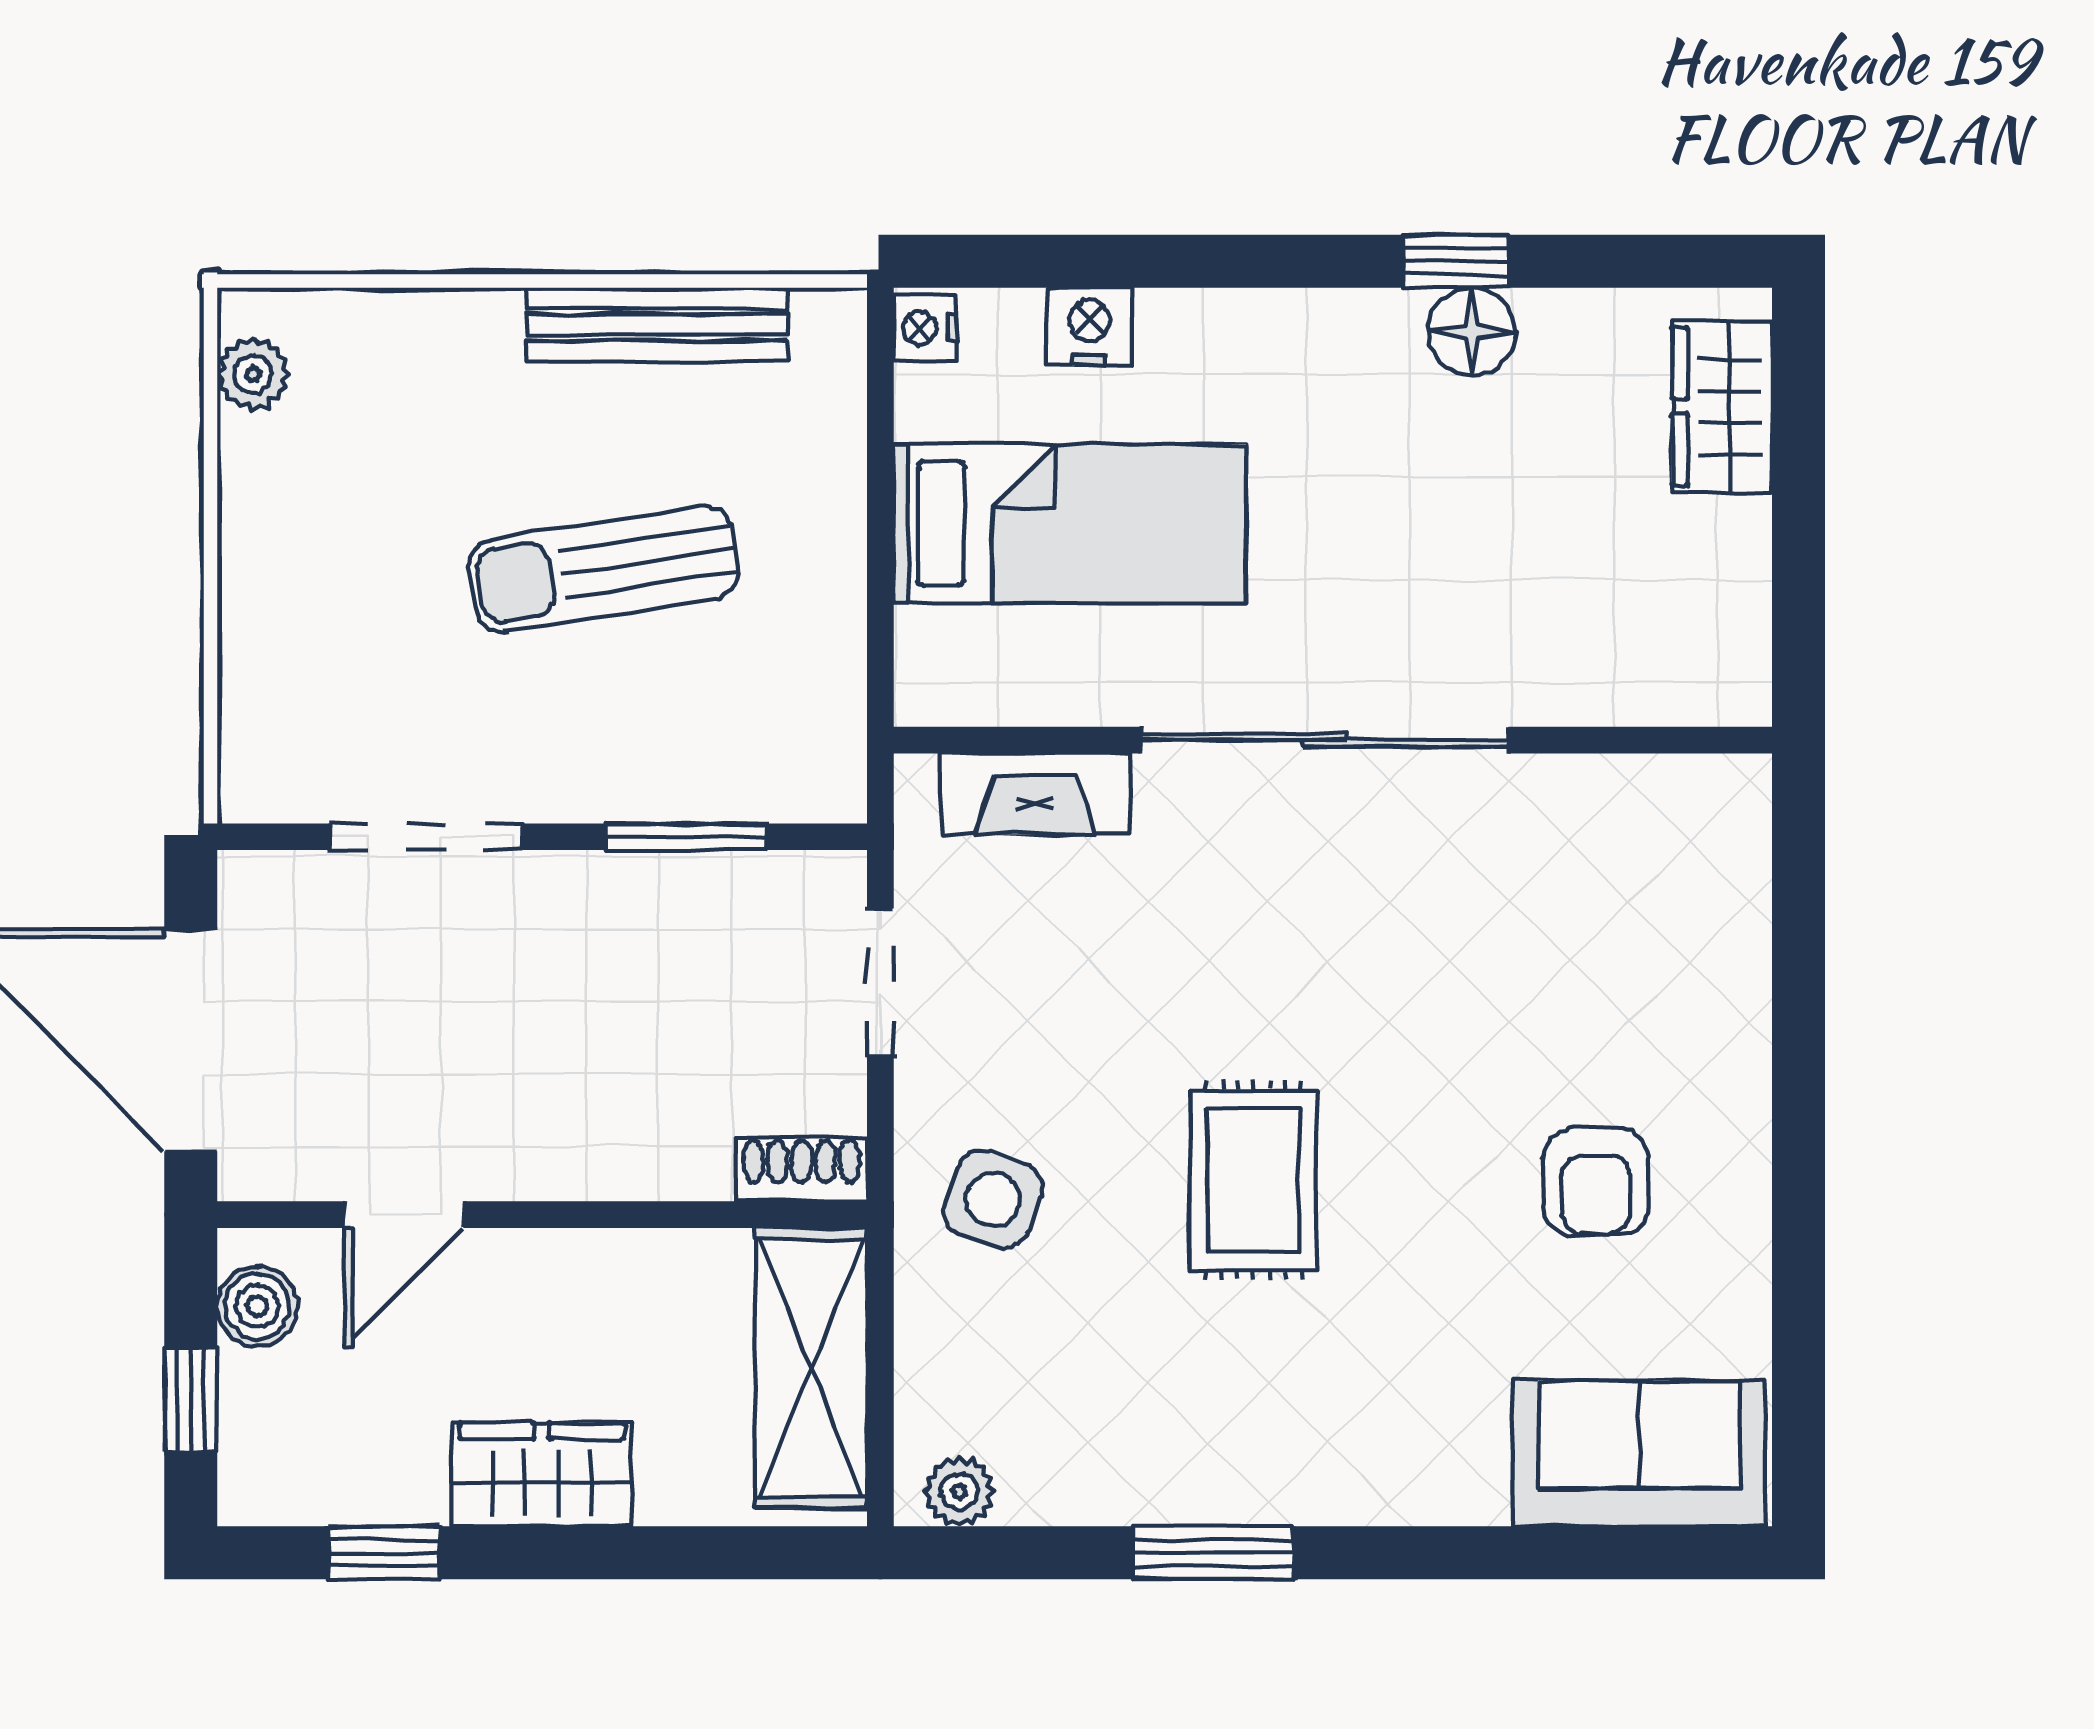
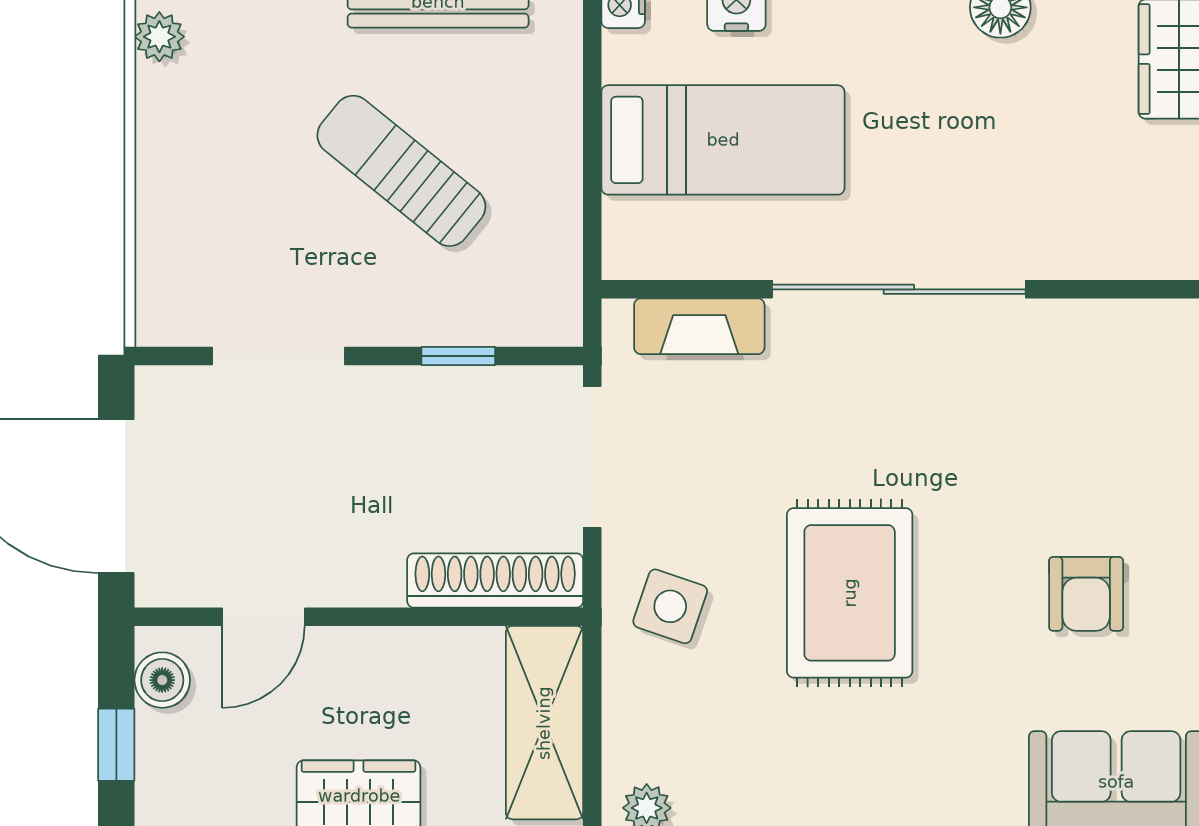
sun lounger: (604, 569) -> (401, 171), turned 48
window: (686, 837) -> (458, 356), width x0.67
doorway: (880, 983) -> (592, 457), width x1.38
shoe rack: (802, 1170) -> (495, 580), width x1.94, depth x1.24
rug: (1253, 1180) -> (850, 593), width x1.36, depth x1.43

